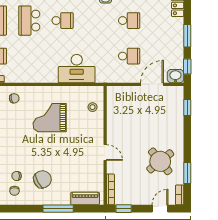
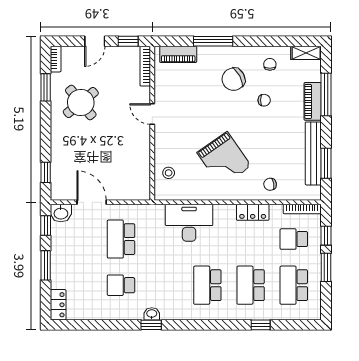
school desk: (29, 21) -> (251, 285), turned 180
school desk: (63, 21) -> (207, 285), width x1.85
school desk: (129, 56) -> (121, 239), width x1.85
locker: (28, 77) -> (253, 212), added
door: (152, 84) -> (92, 202), swing flipped
grand piano: (50, 118) -> (224, 159), turned 55
chair: (17, 176) -> (264, 100), moved
door: (160, 209) -> (95, 41), moved

